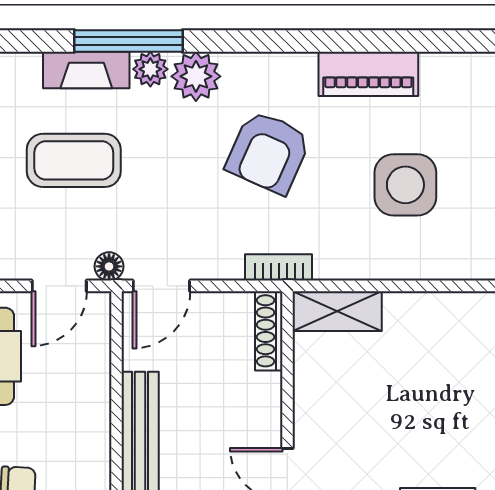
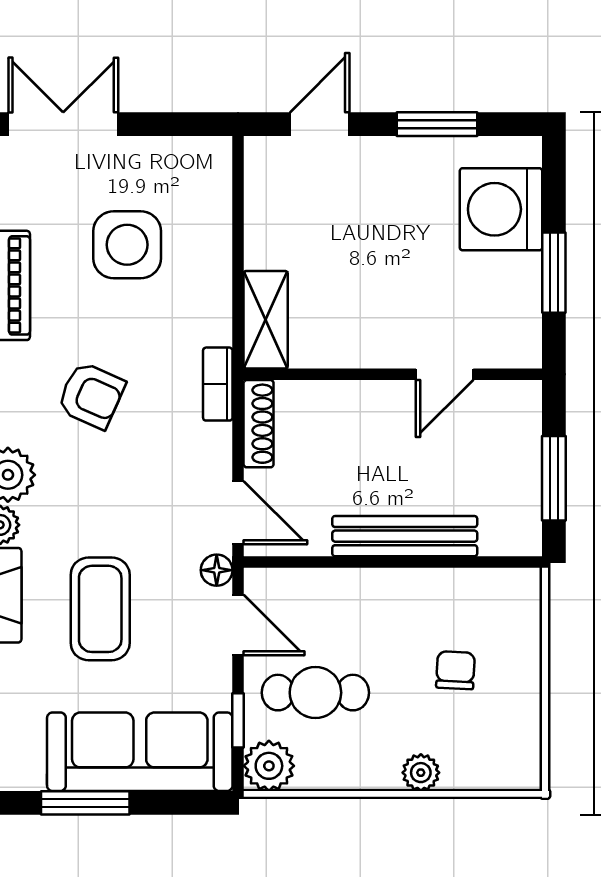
armchair: (268, 152) -> (91, 395), width x0.72, depth x0.72
shoe rack: (269, 331) -> (259, 424), moved, turned -90

